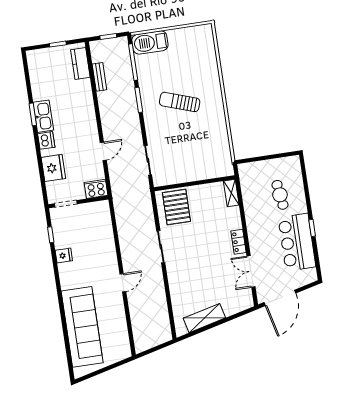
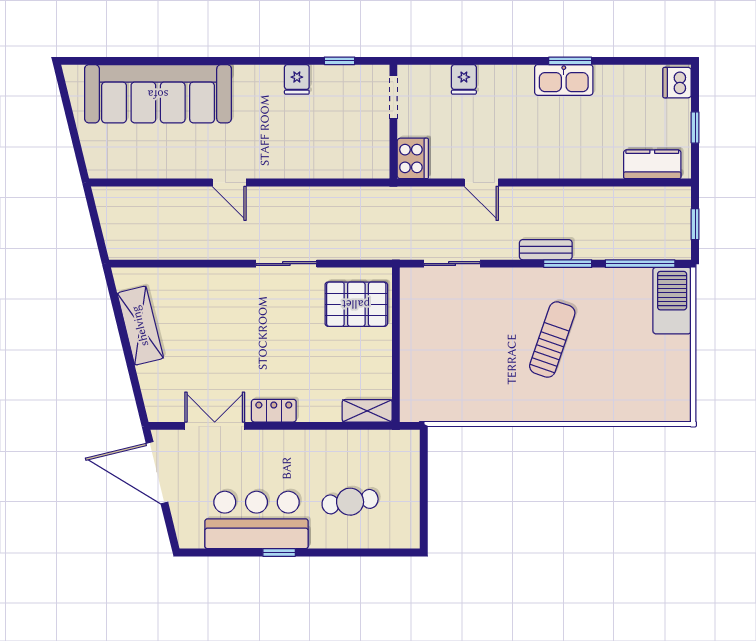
bench: (99, 77) -> (546, 250), moved
dishwasher: (46, 140) -> (677, 83), moved, turned 90
fridge: (53, 168) -> (464, 79), width x0.53, depth x0.75

